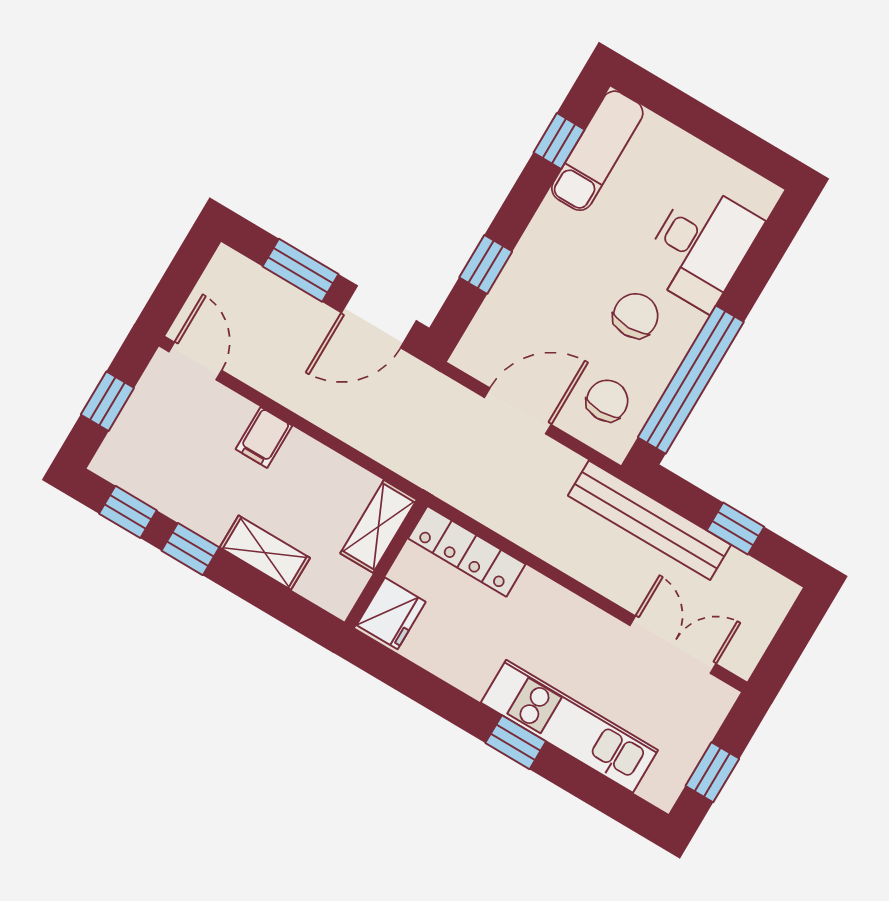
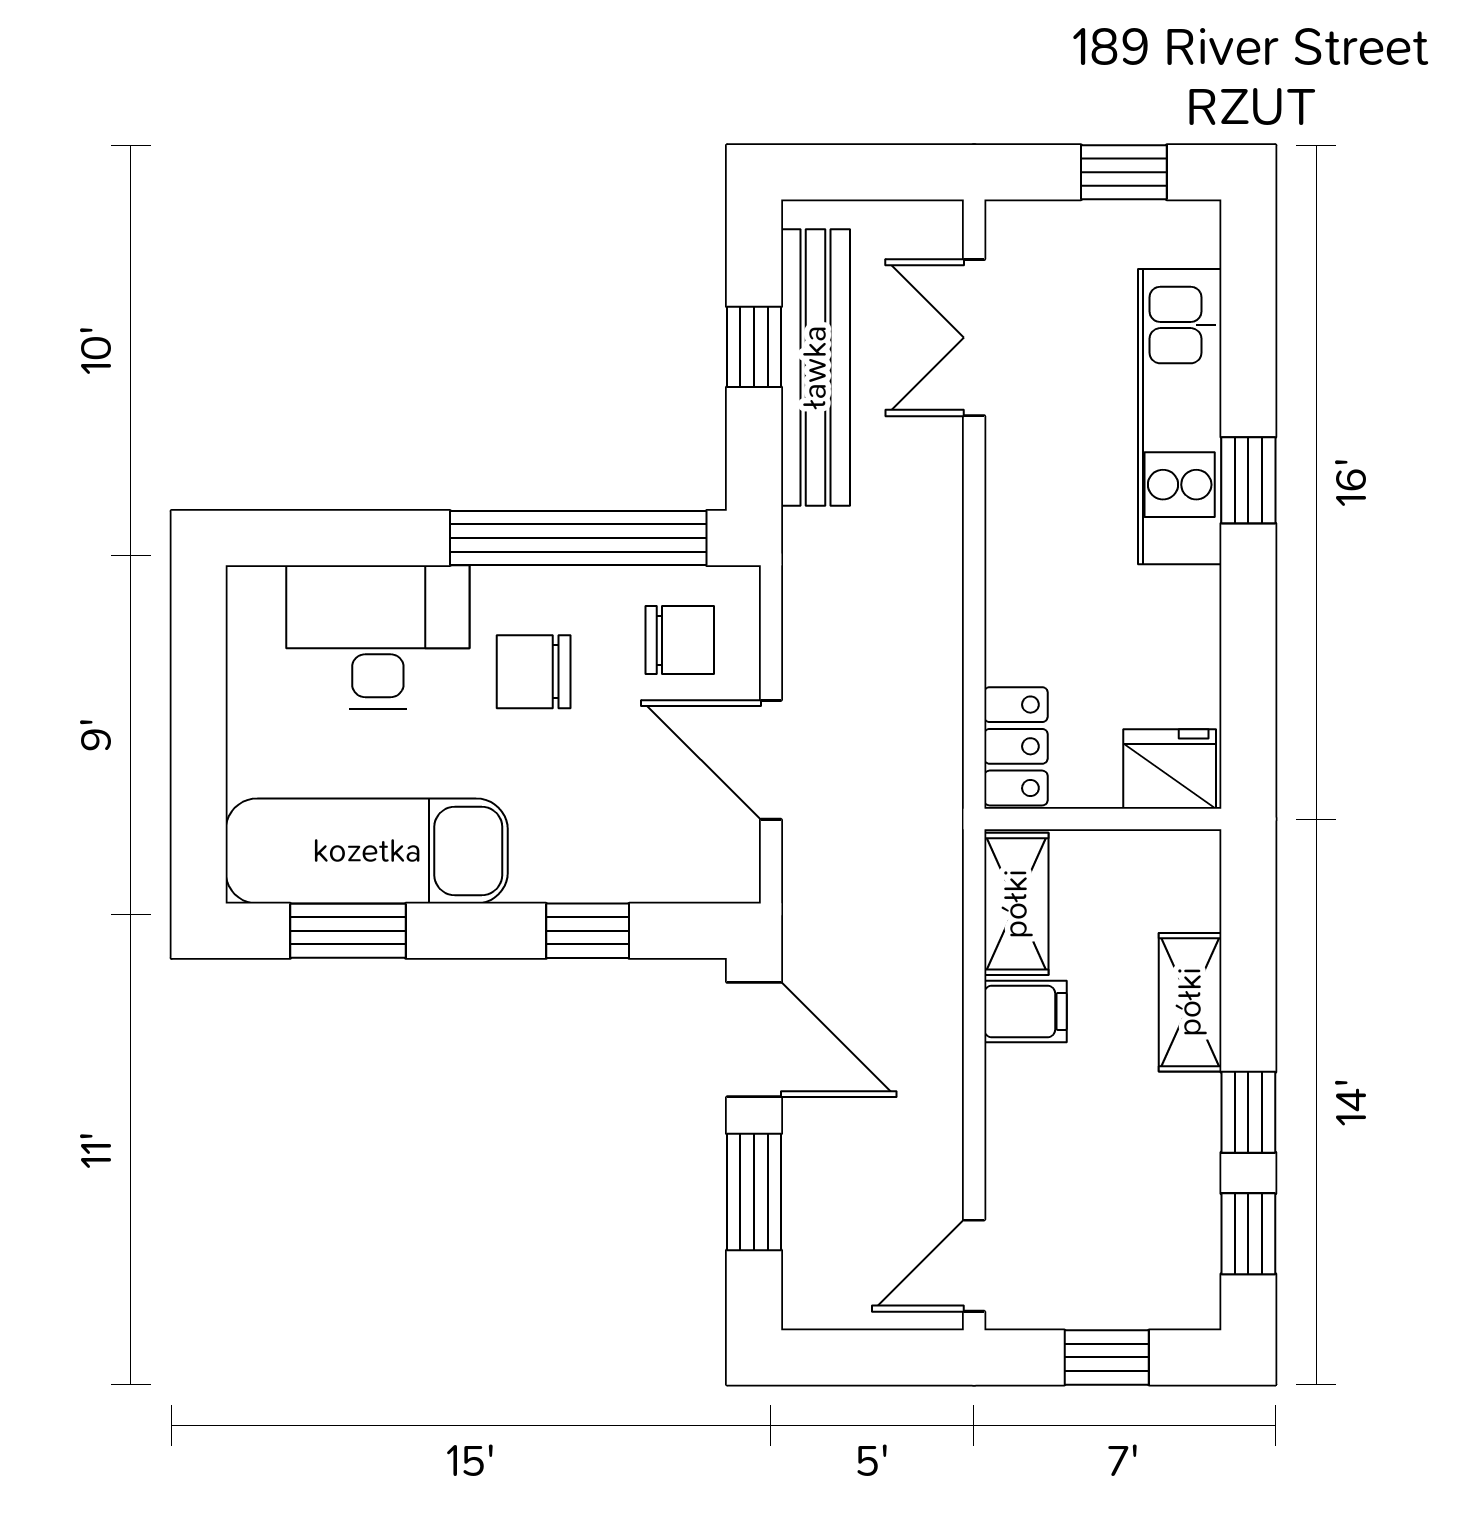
window: (559, 141) -> (348, 931), width x1.50
exam couch: (597, 151) -> (367, 851), width x1.36, depth x1.45
chair: (607, 401) -> (680, 640), turned 180
filing cabinet: (264, 437) -> (1025, 1011), moved
bench: (649, 520) -> (815, 367), moved
shelving: (379, 526) -> (1016, 904), moved, turned 90
locker: (467, 551) -> (1016, 746), width x0.66

